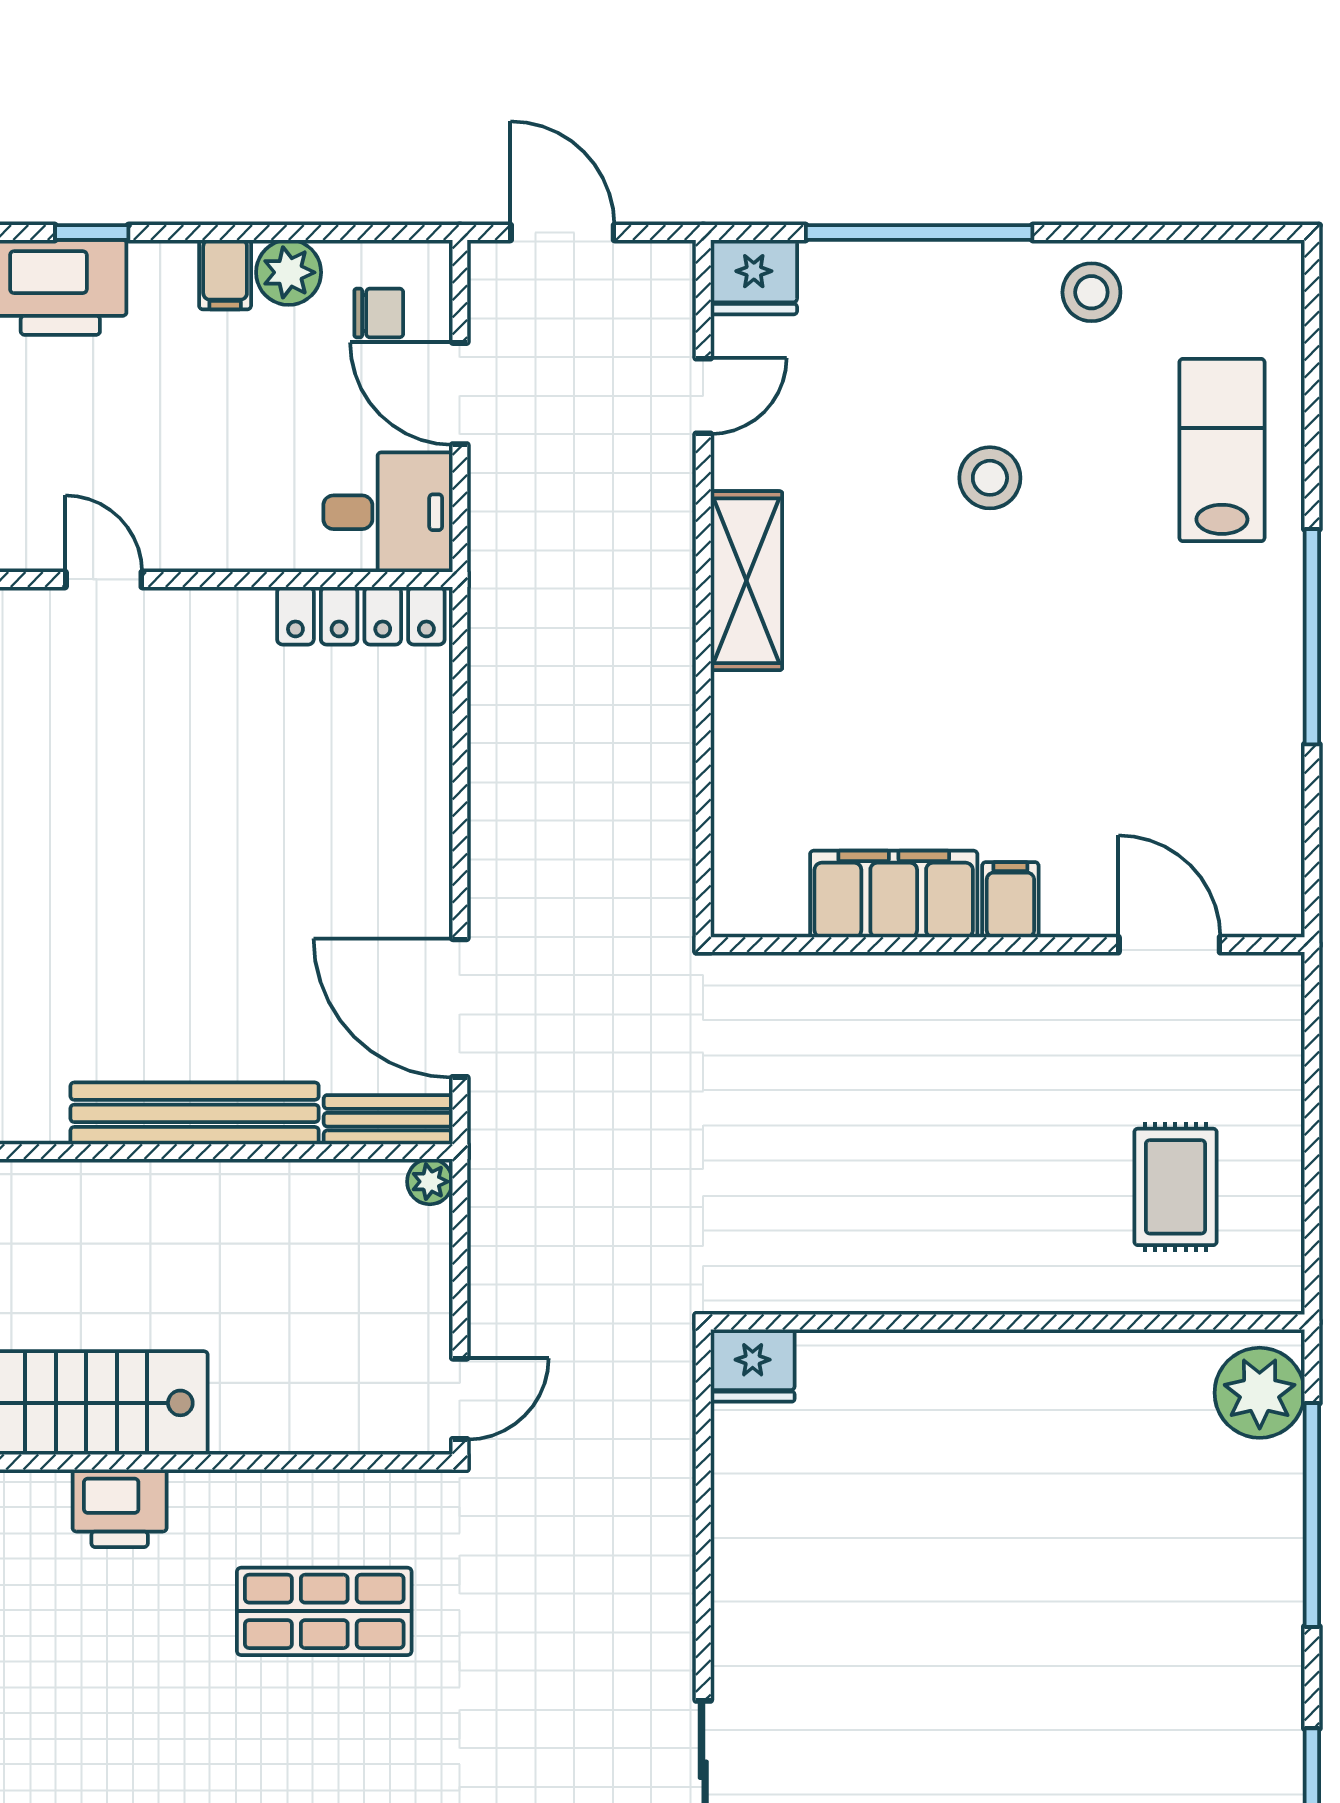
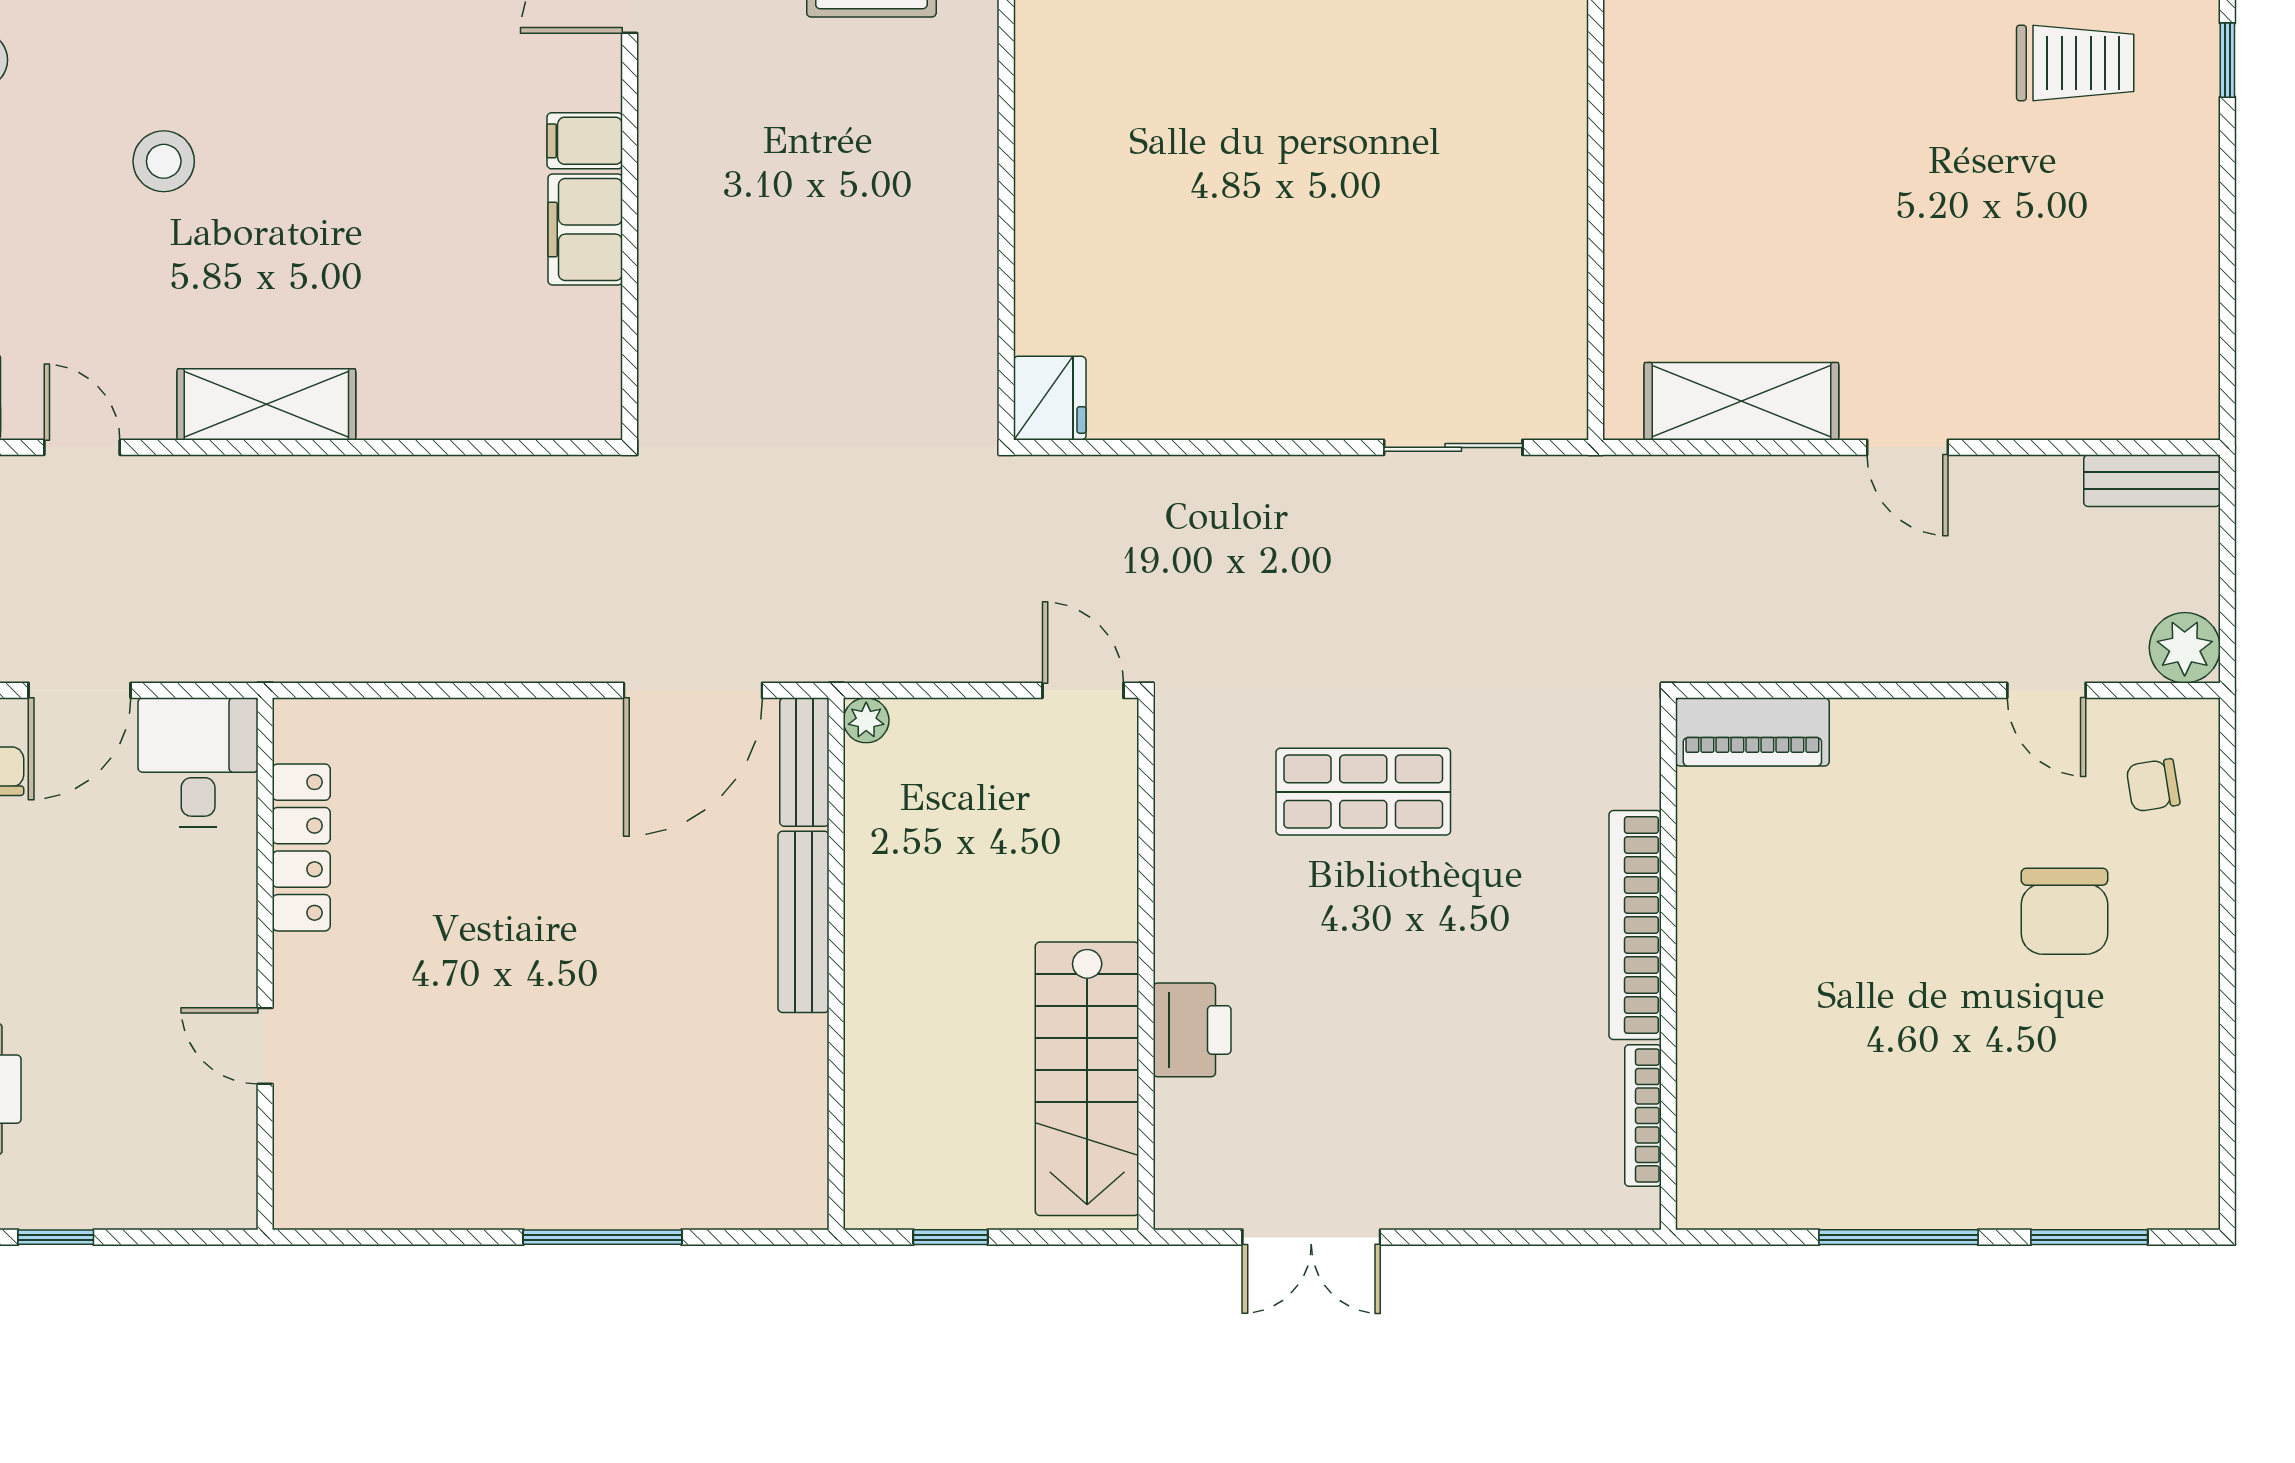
door: (104, 579) -> (265, 1046), hinge flipped
locker: (361, 616) -> (301, 847), moved
filing cabinet: (894, 894) -> (585, 229), width x0.67, depth x0.86
bench: (195, 1113) -> (803, 922), width x0.73, depth x0.82
shop shelf: (324, 1611) -> (1363, 792), moved, turned 90

